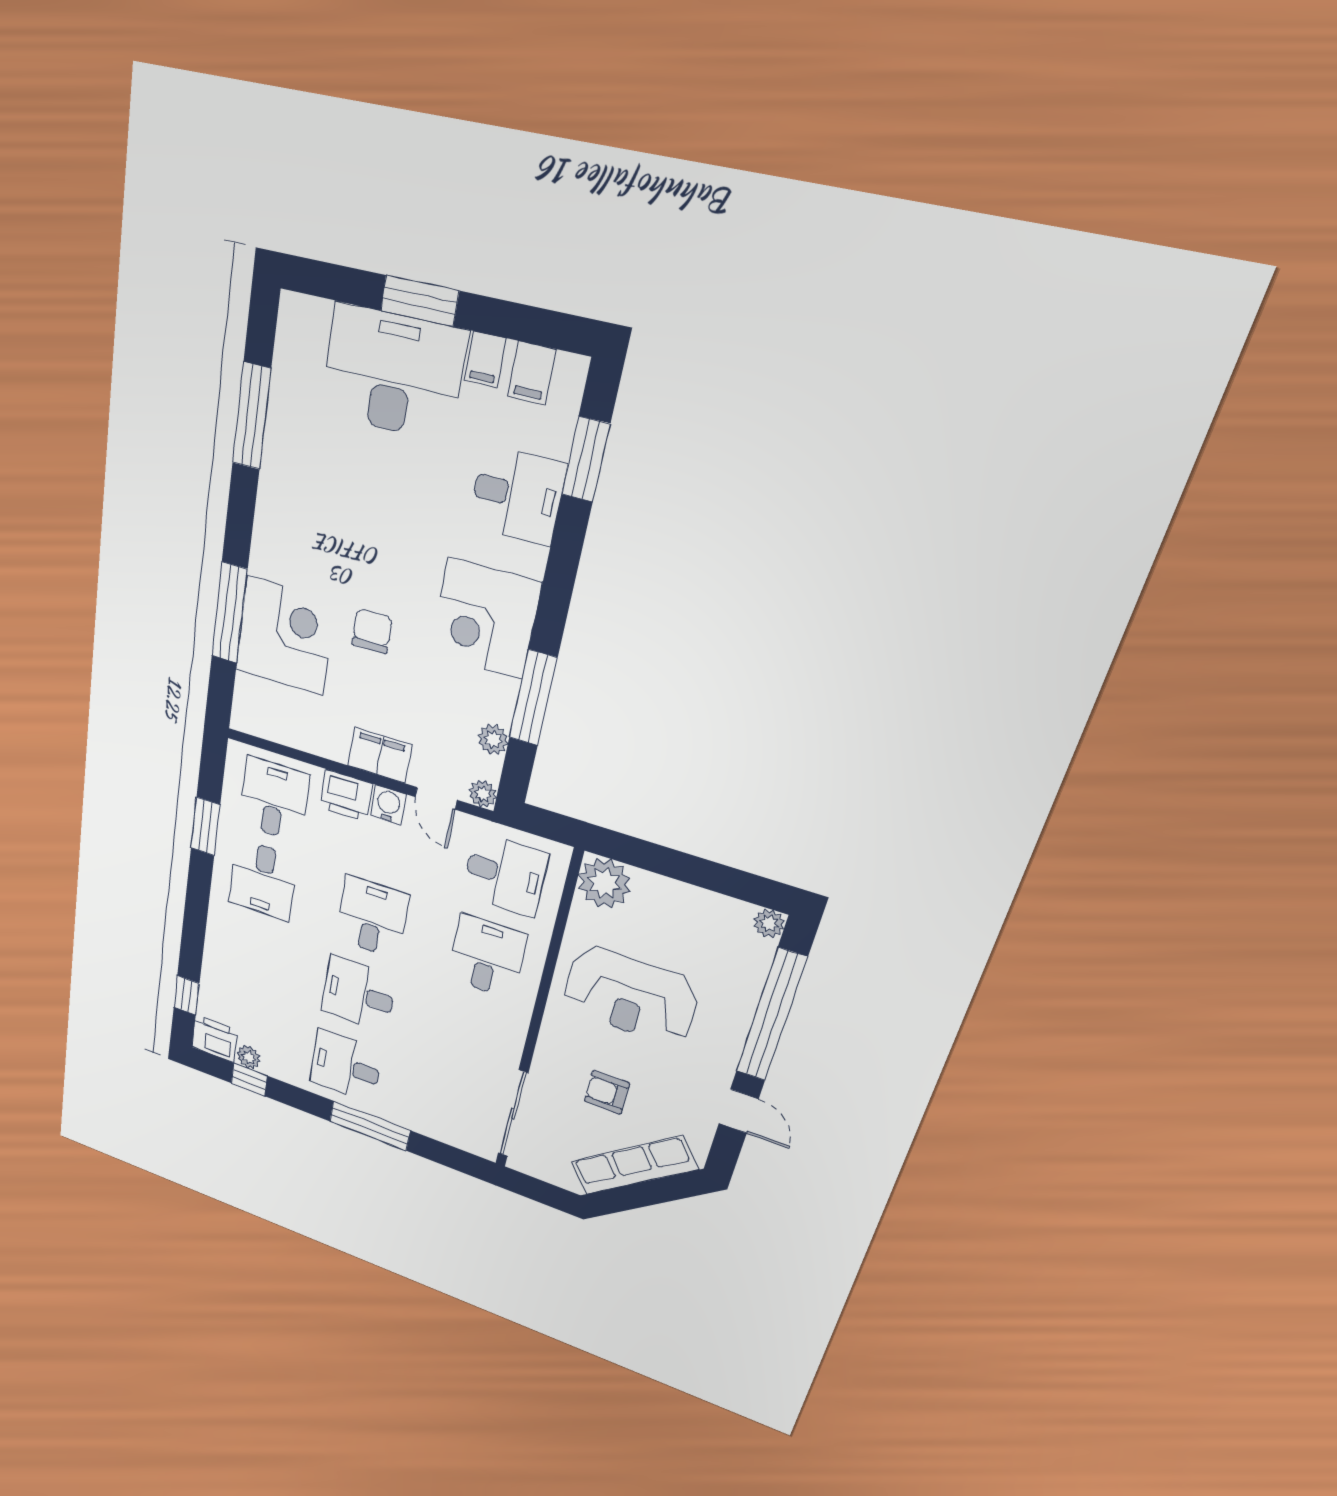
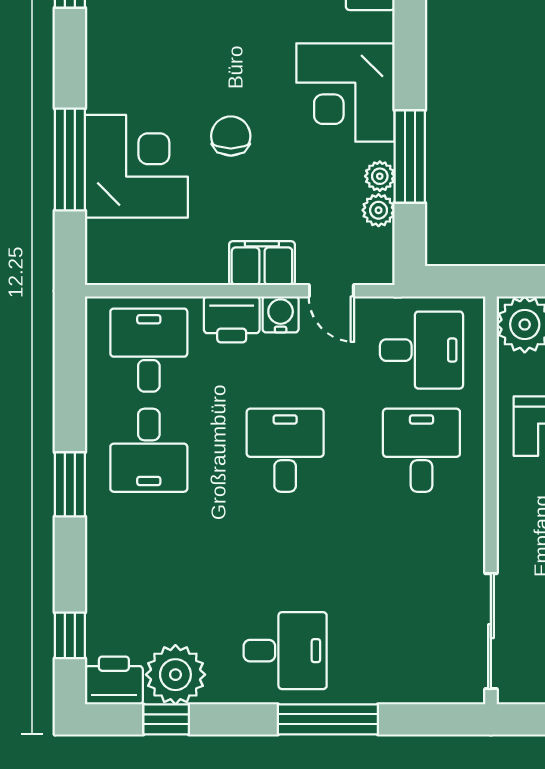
plant: (483, 794) -> (380, 176), moved
window: (205, 826) -> (70, 484), moved
desk: (359, 994) -> (285, 550), removed
plant: (249, 1057) -> (175, 675), width x1.88, depth x1.88
desk: (346, 1066) -> (285, 651), turned 180

